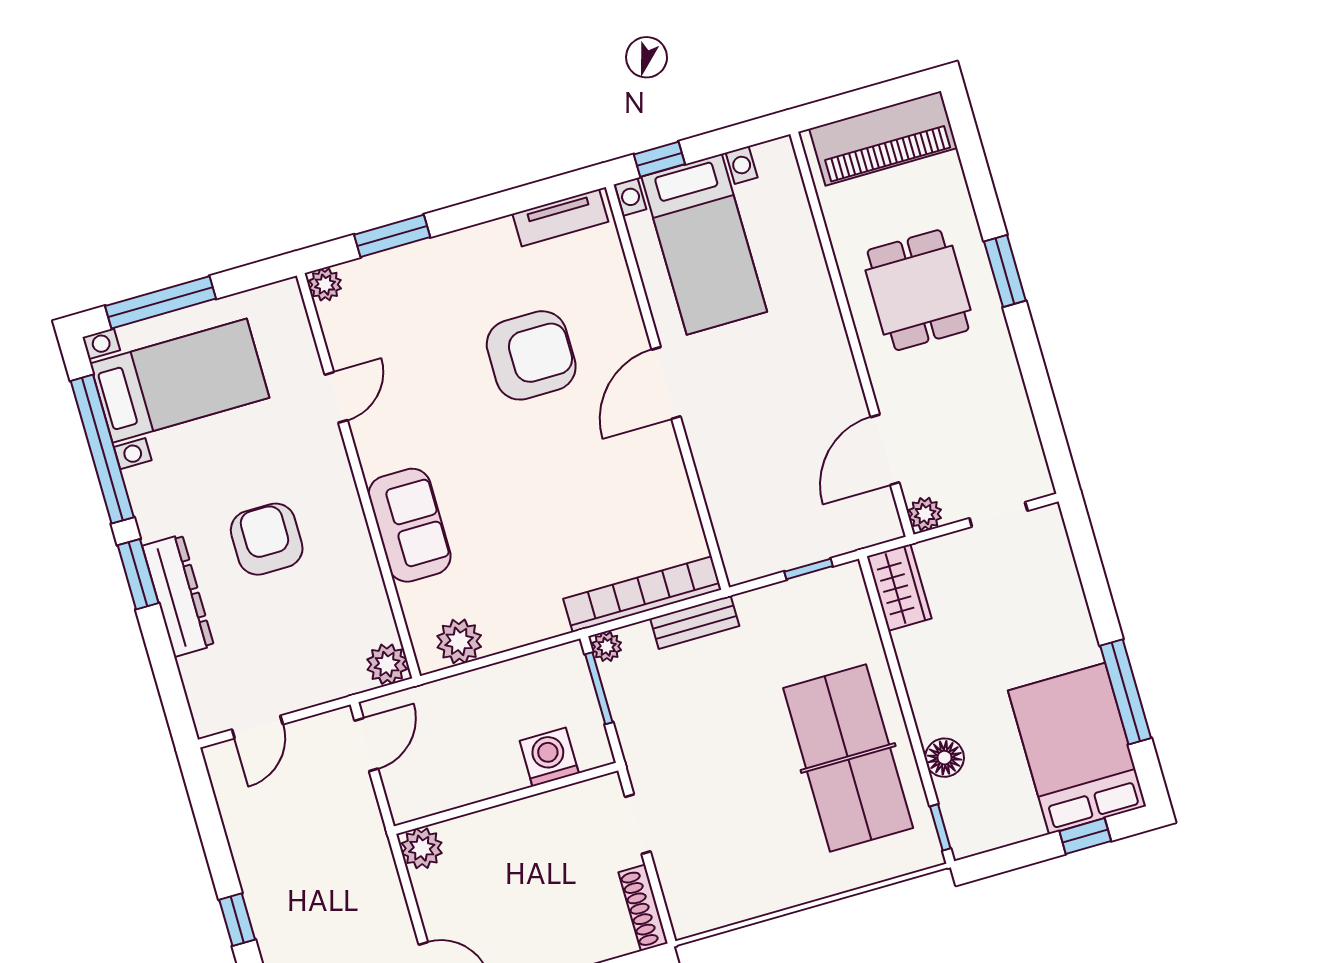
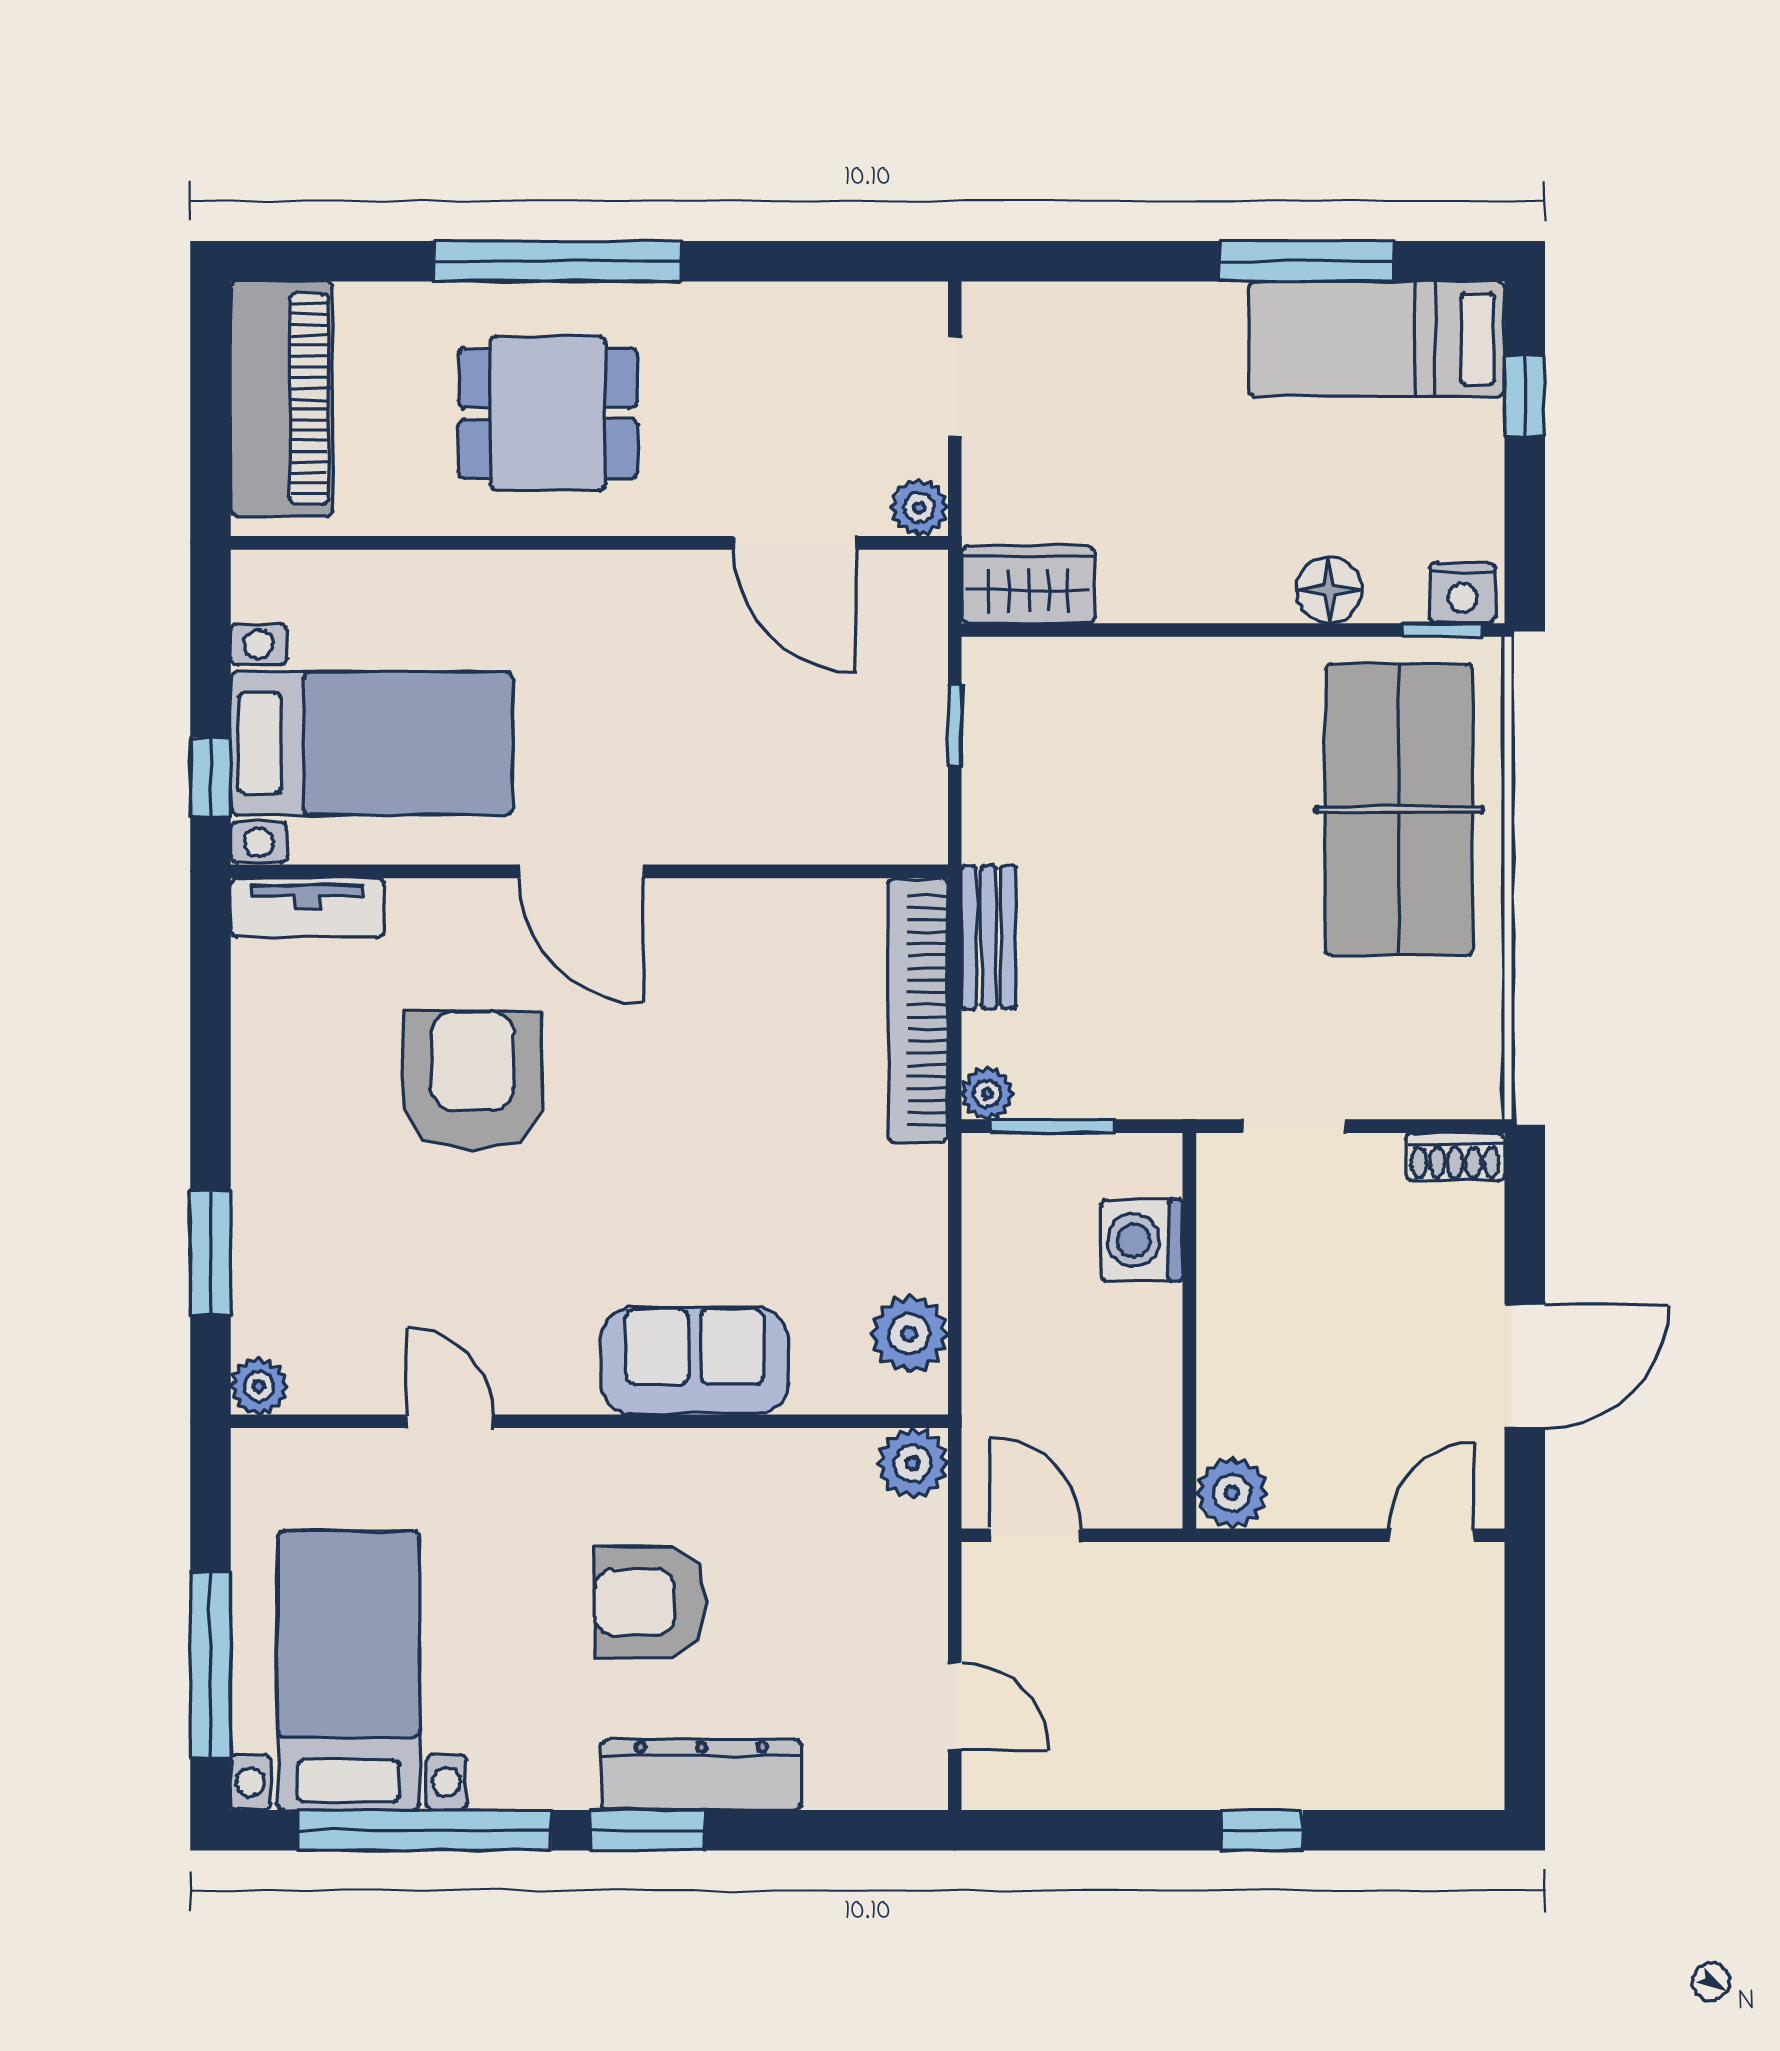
tv unit: (560, 218) -> (307, 907), moved, turned 90
window: (1005, 271) -> (557, 261), width x2.11
bed: (1077, 748) -> (1377, 339), width x0.67
table tennis table: (848, 758) -> (1399, 810), moved, turned 90
nightstand: (964, 833) -> (1463, 593), added
shoe rack: (643, 908) -> (1455, 1157), width x0.70

